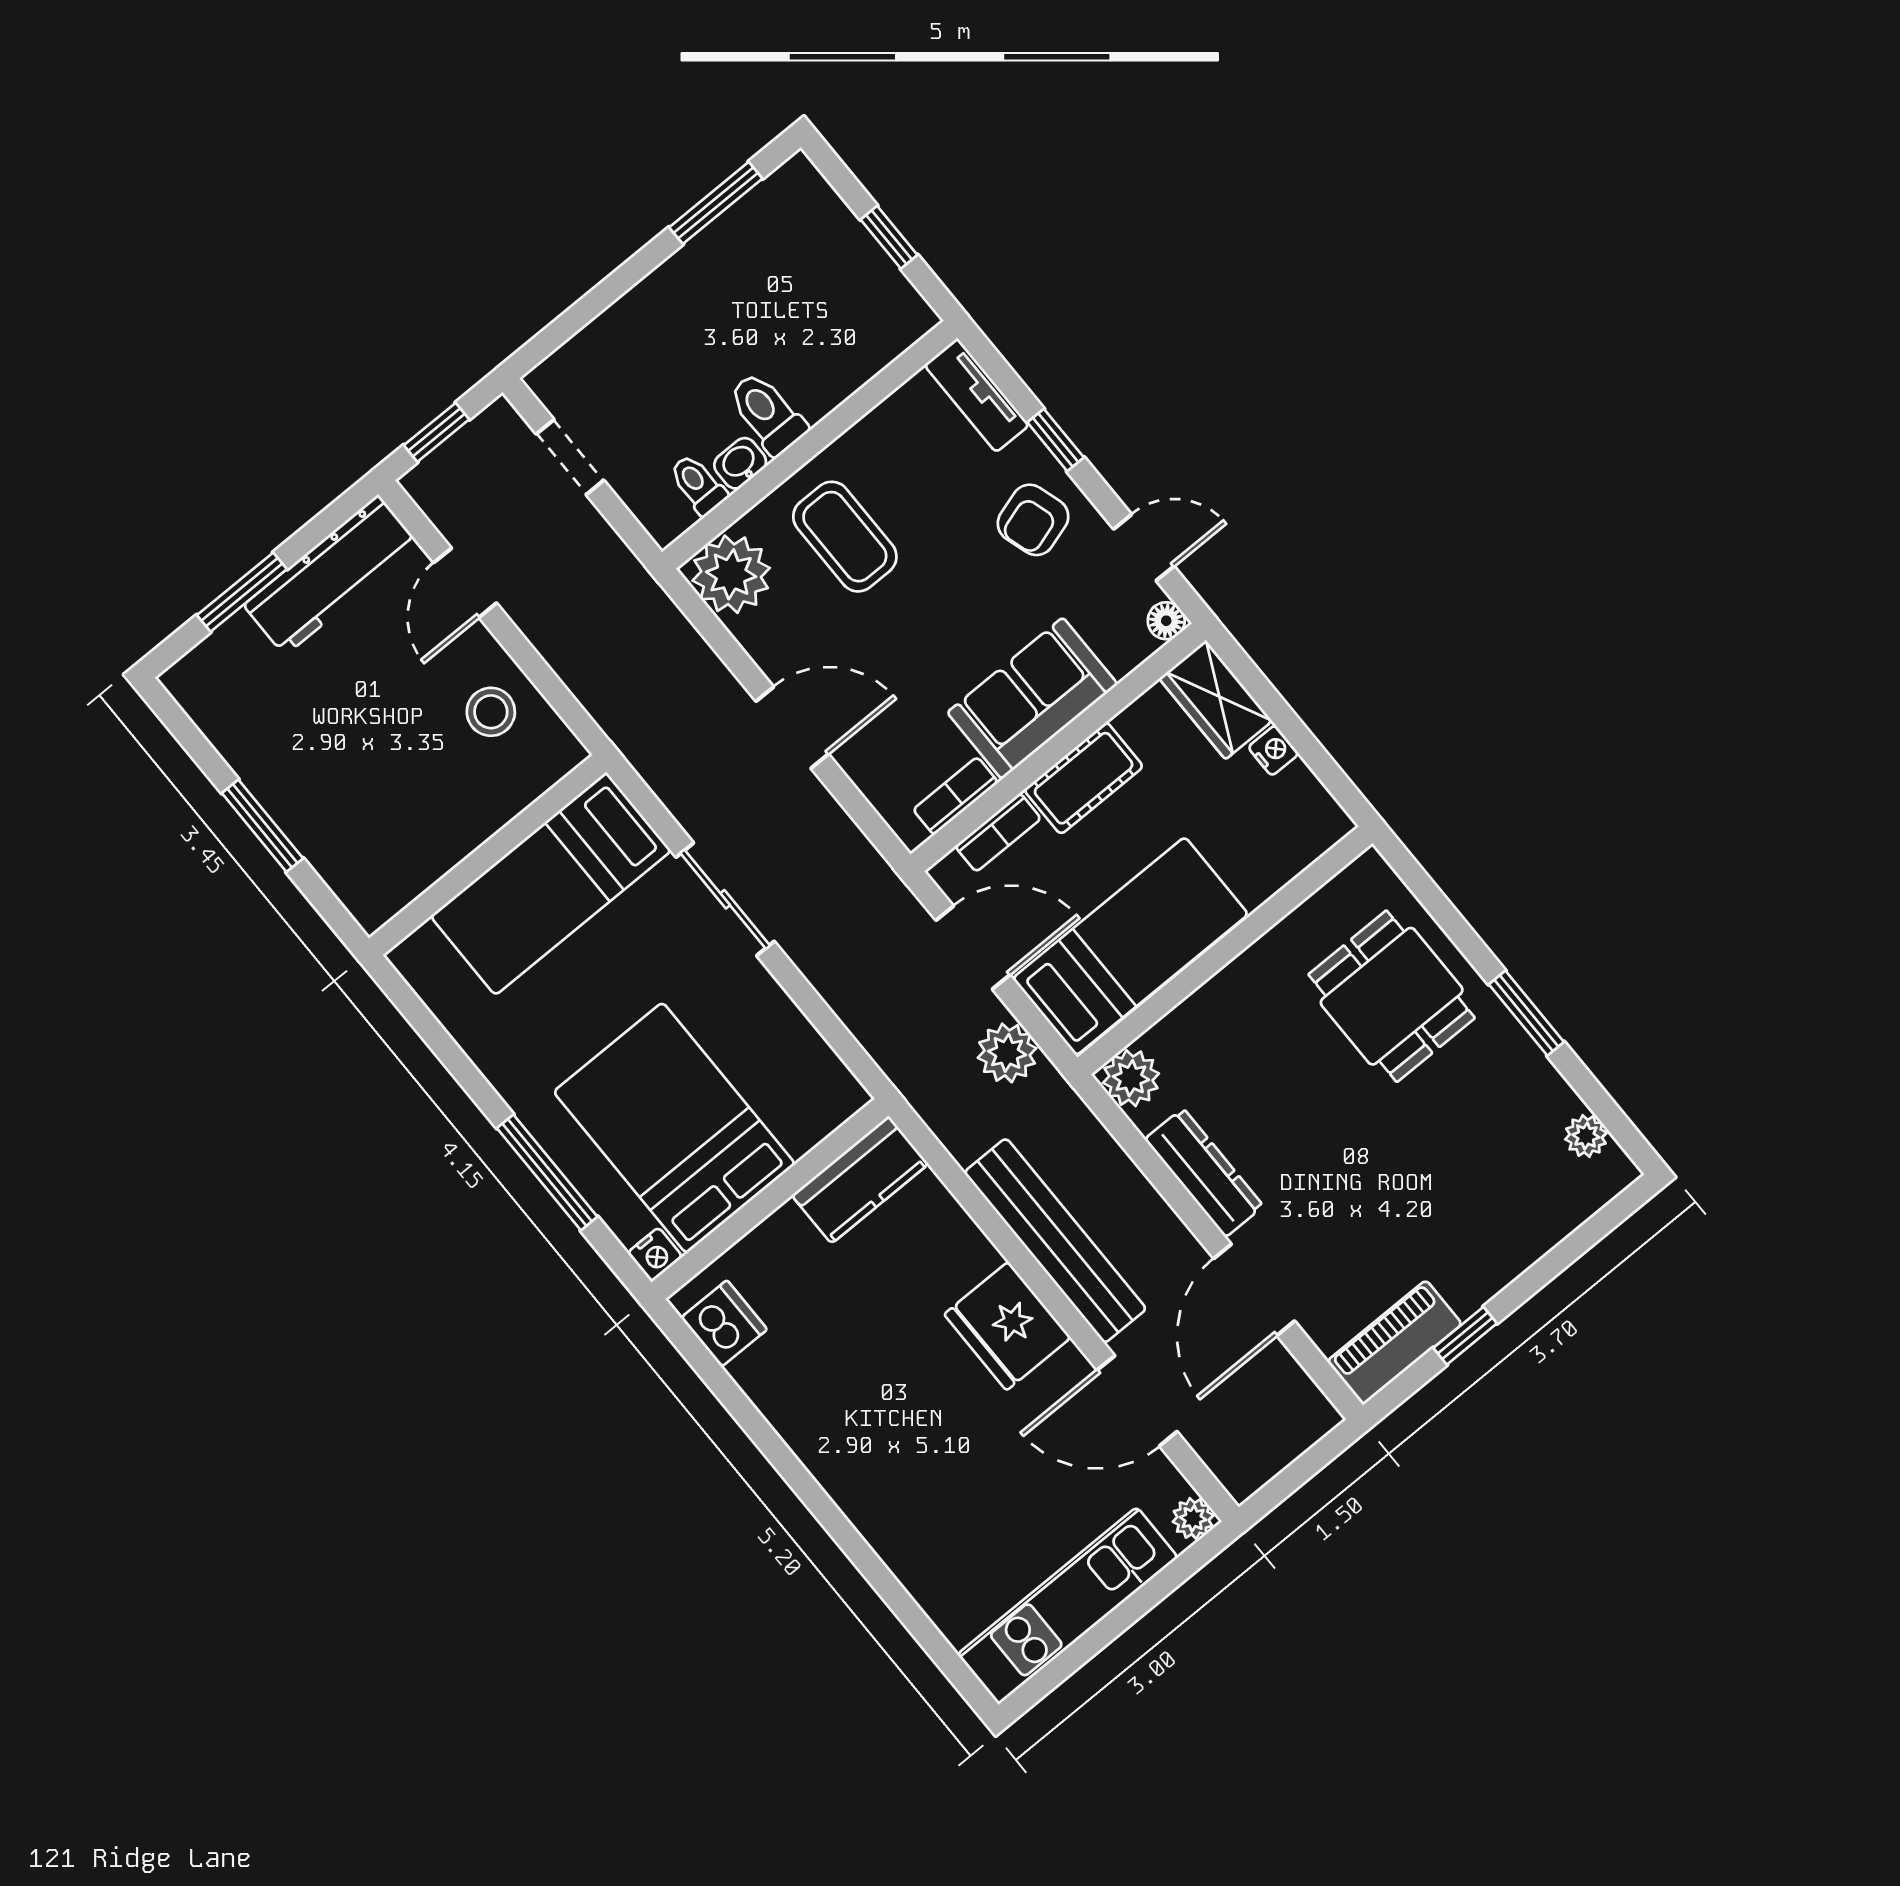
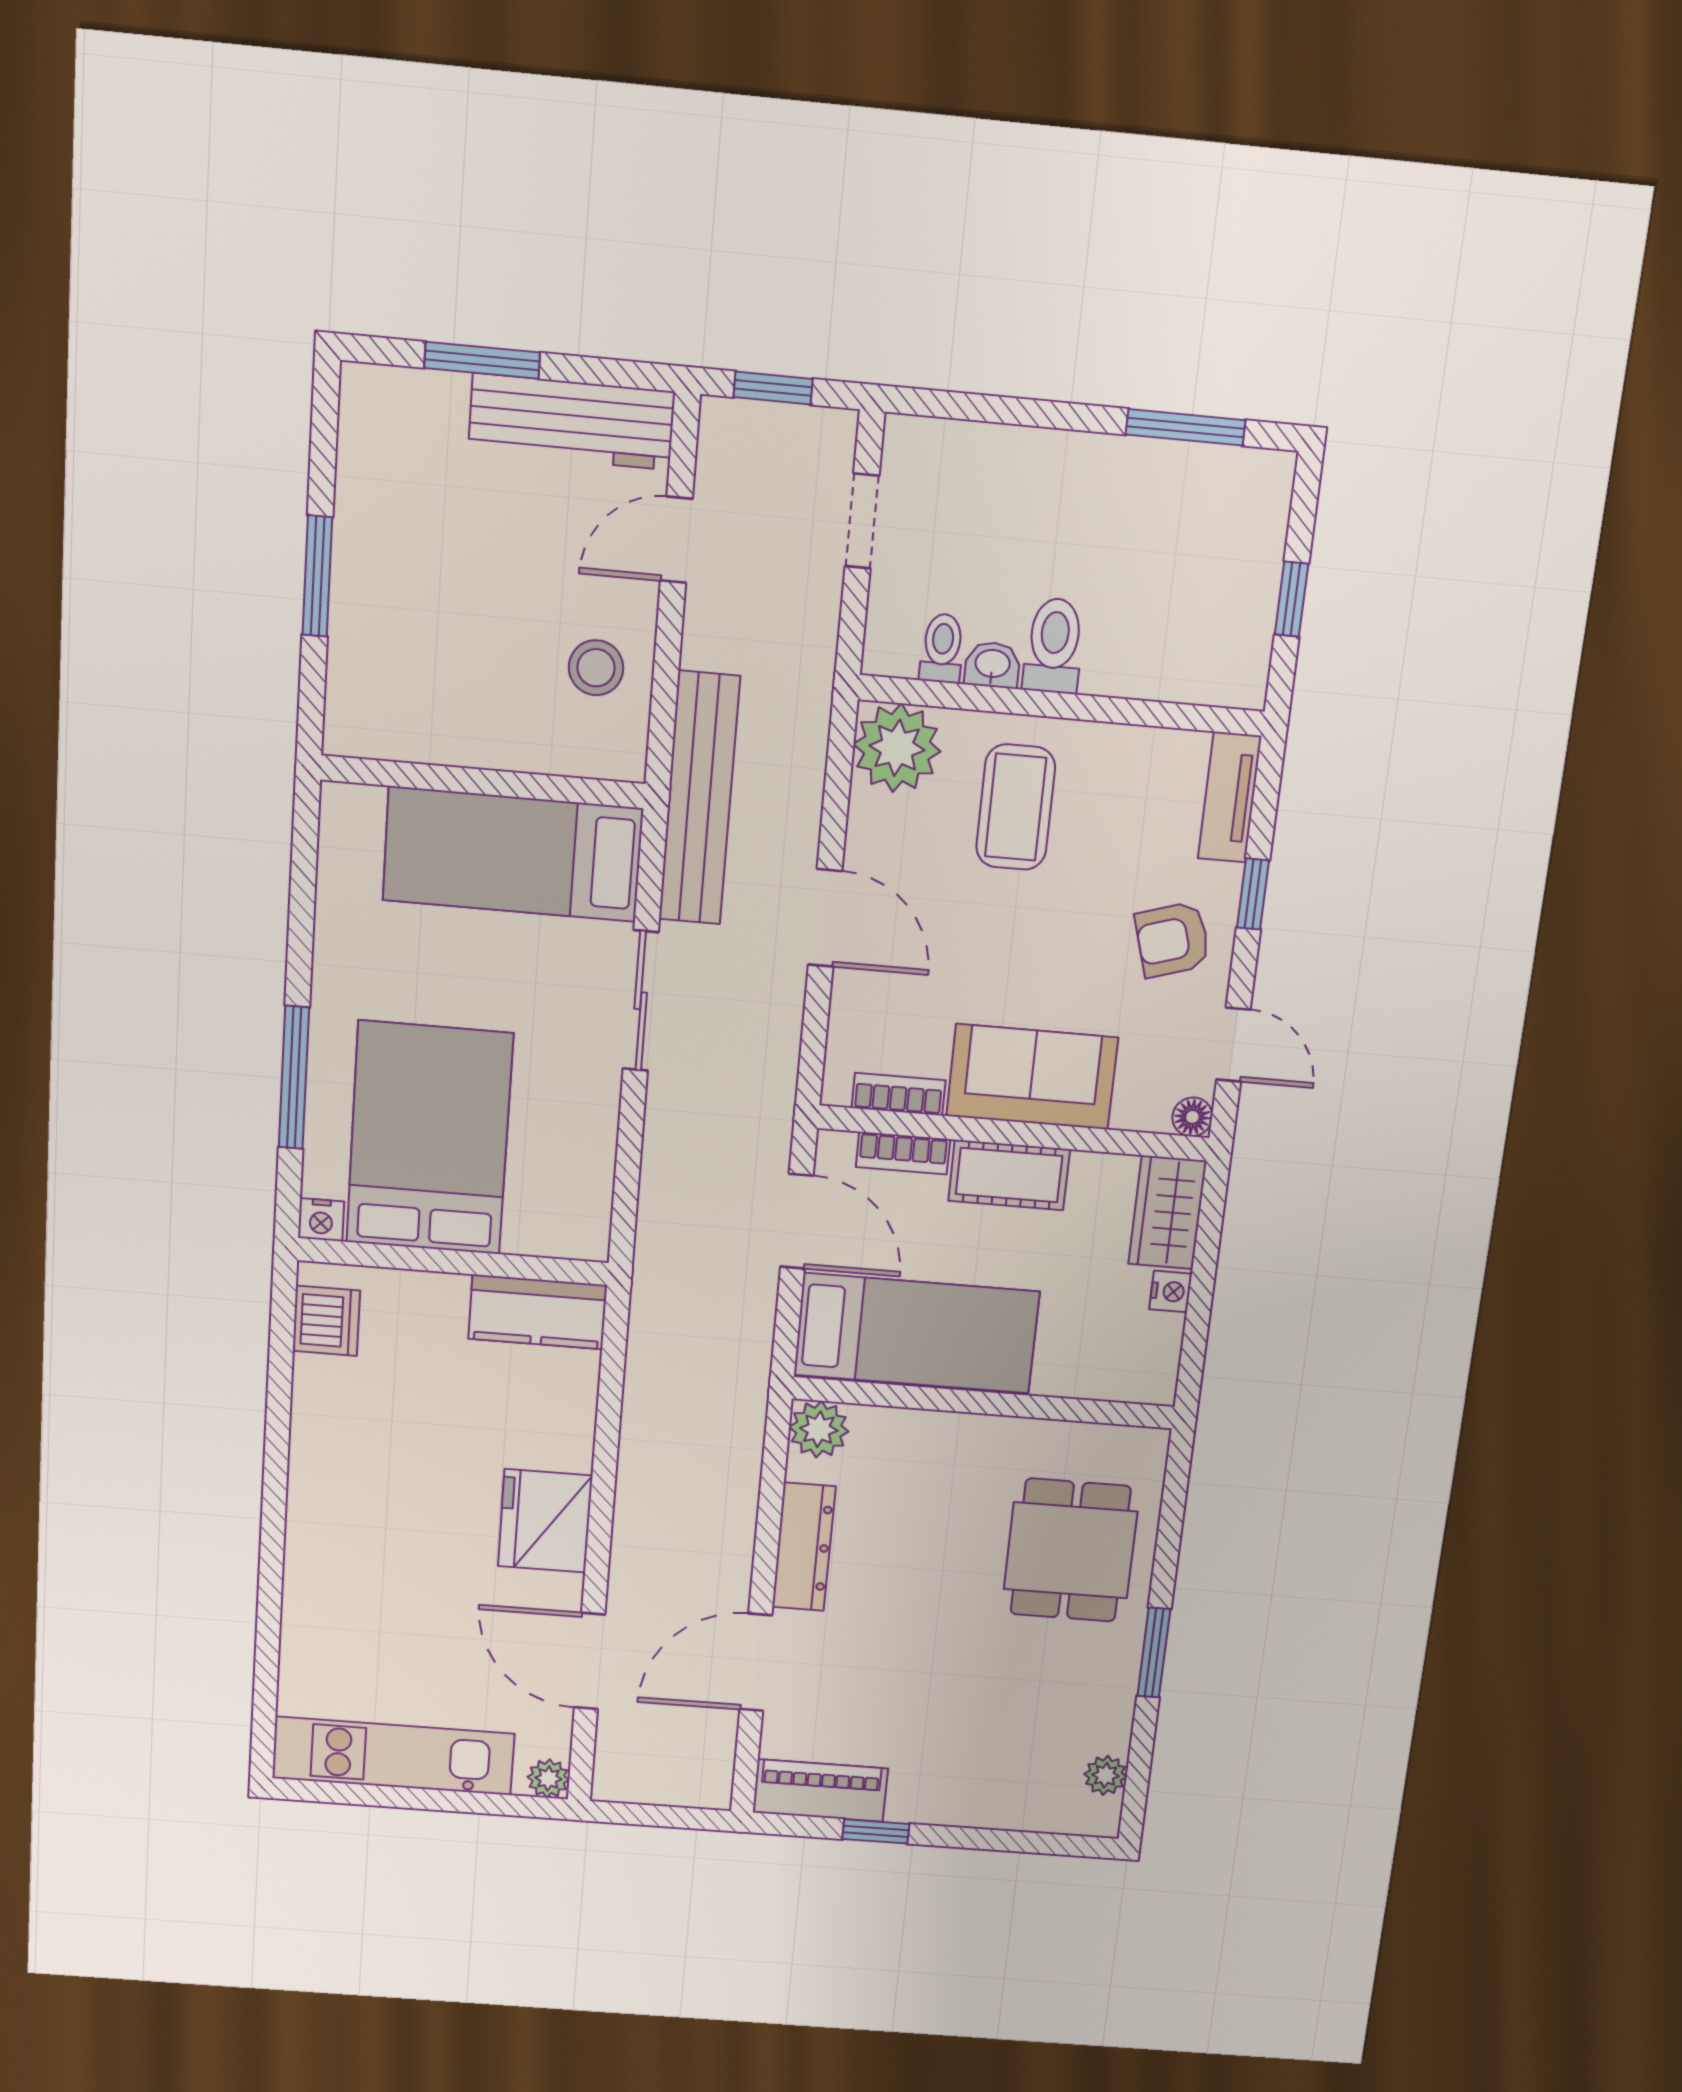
plant: (1007, 1053) -> (744, 1324), removed
bench: (1055, 1241) -> (699, 799), moved

